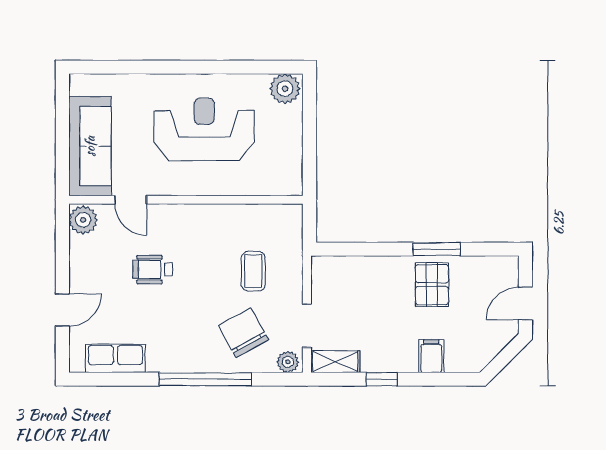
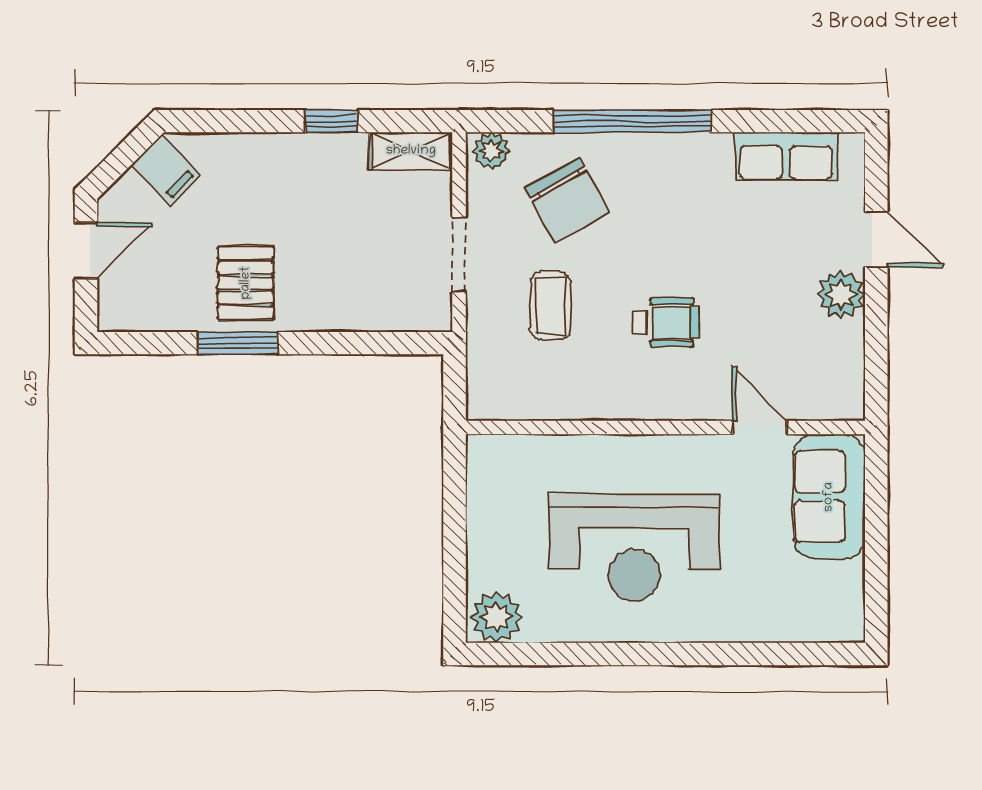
sofa: (90, 146) -> (829, 497), width x0.73
plant: (83, 220) -> (841, 295), moved
wheelchair: (153, 270) -> (666, 322), moved
door: (62, 310) -> (876, 239), swing flipped
doorway: (307, 326) -> (459, 255), moved
filing cabinet: (431, 356) -> (166, 170), moved, turned -45

